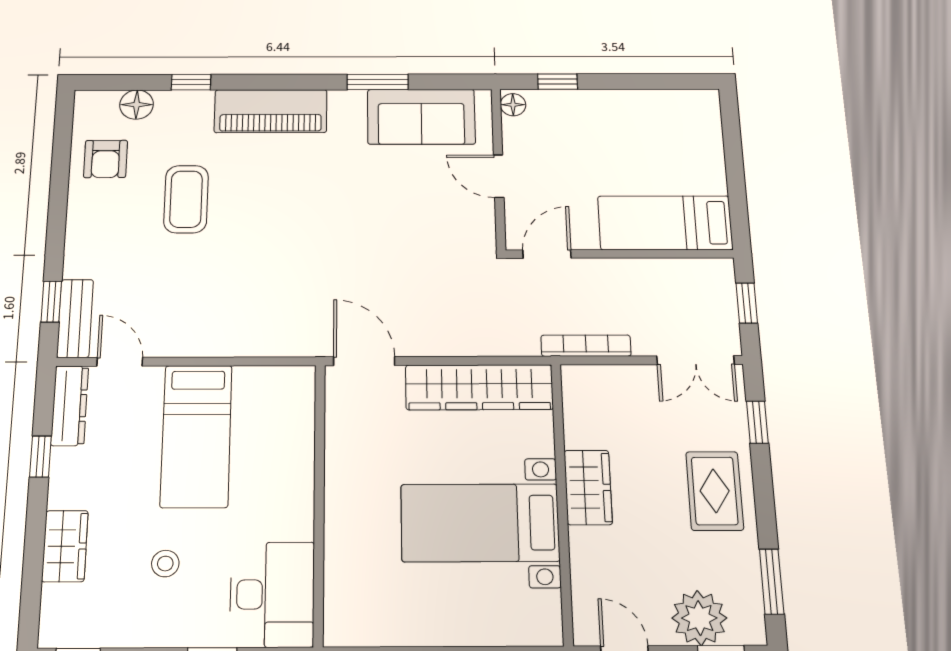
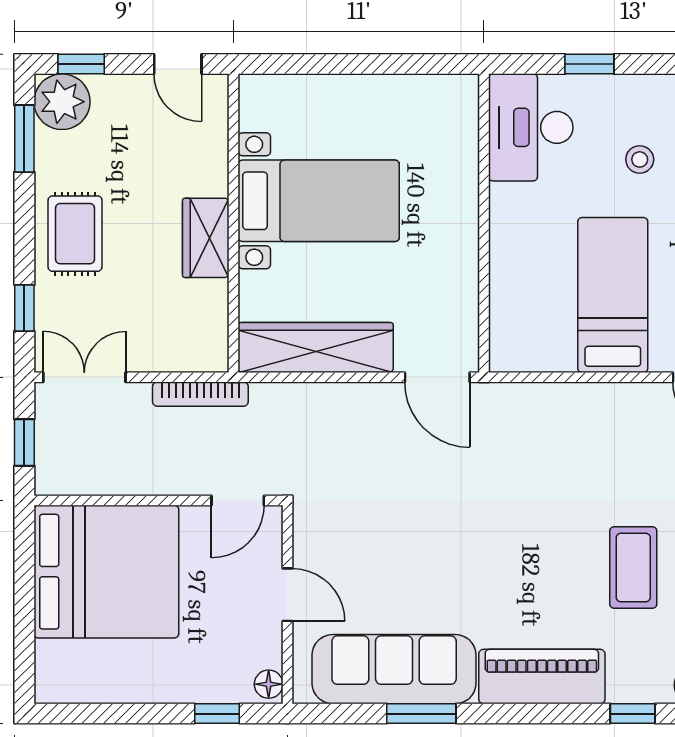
sofa: (421, 117) -> (394, 669), width x1.36
bed: (665, 223) -> (106, 572), width x2.04
plant: (699, 618) -> (62, 102), moved

